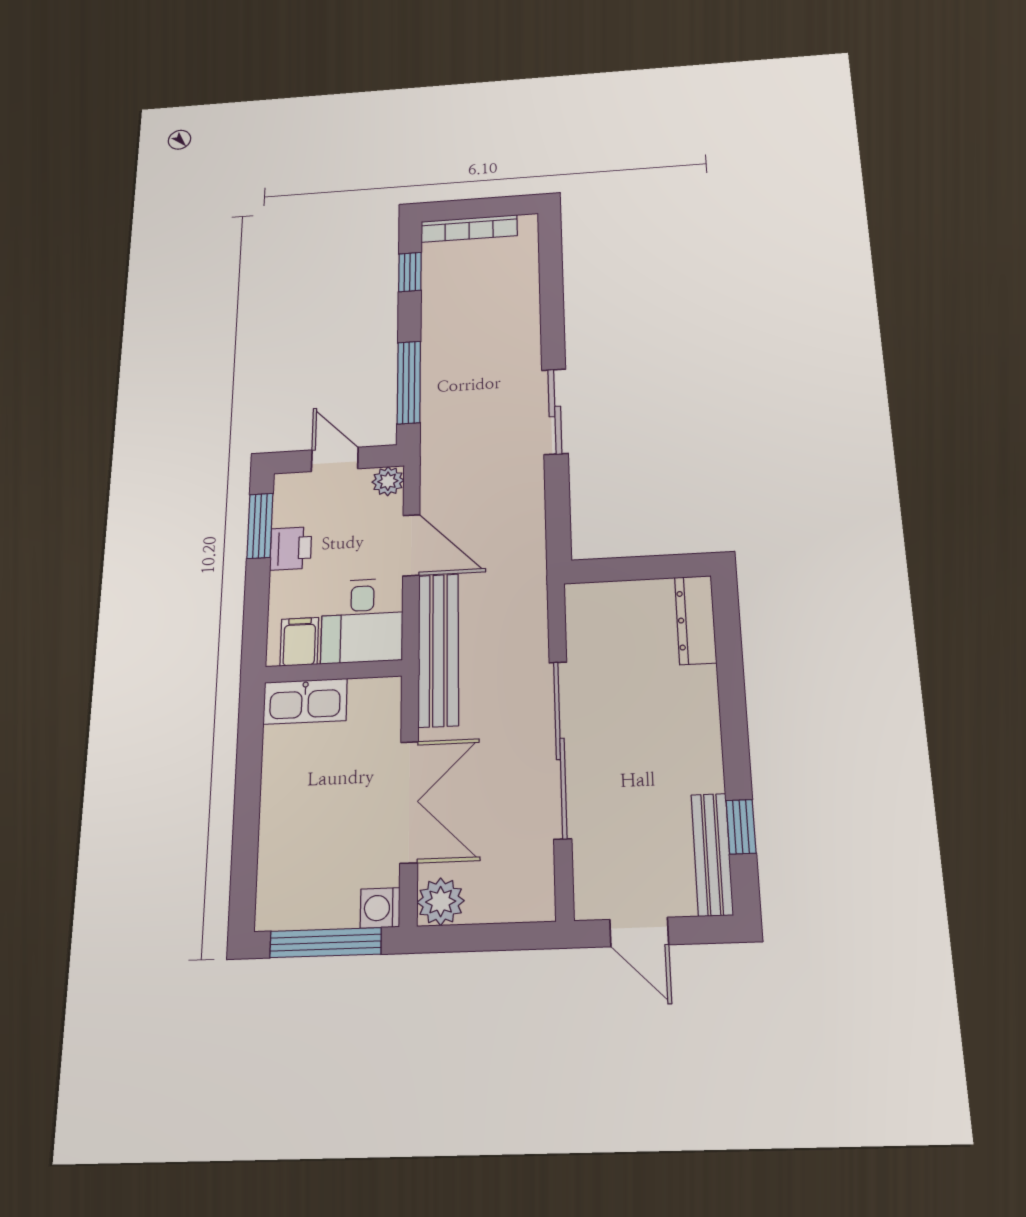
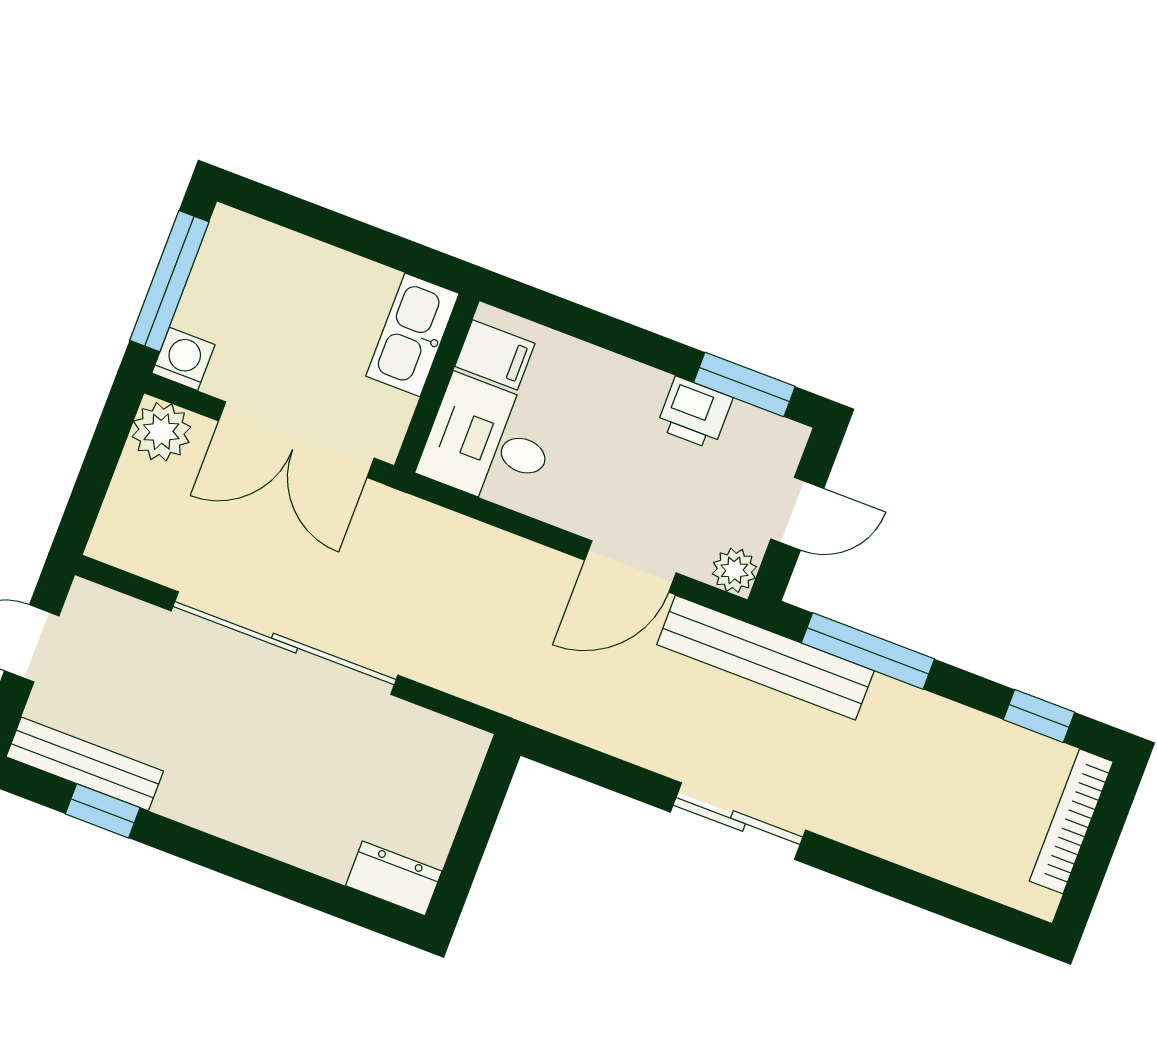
dresser: (696, 620) -> (394, 878), width x0.70
desk: (362, 621) -> (489, 443), moved
filing cabinet: (299, 642) -> (495, 355), moved
bench: (438, 650) -> (765, 658), moved
wall: (333, 671) -> (437, 383), moved
kitchen sink: (305, 701) -> (412, 335), moved

